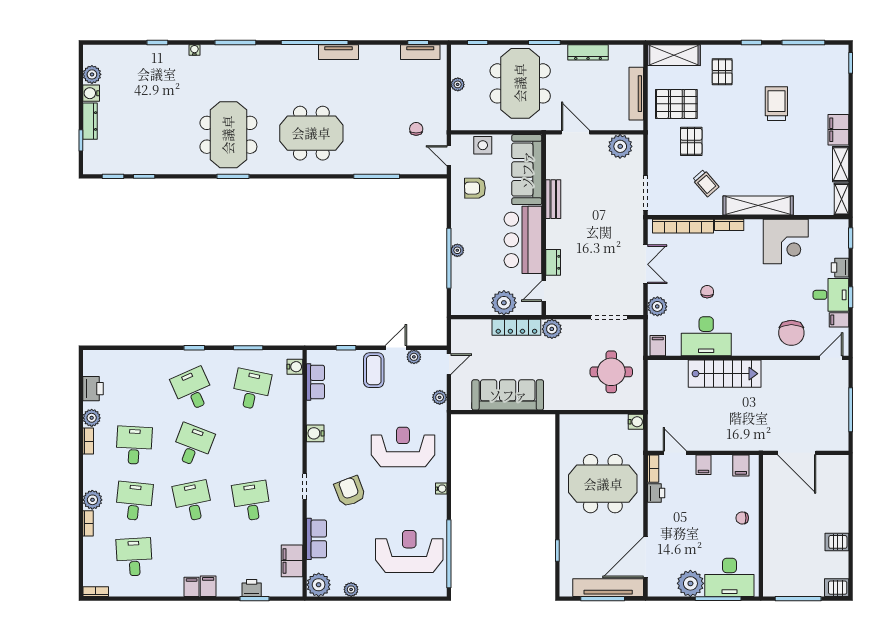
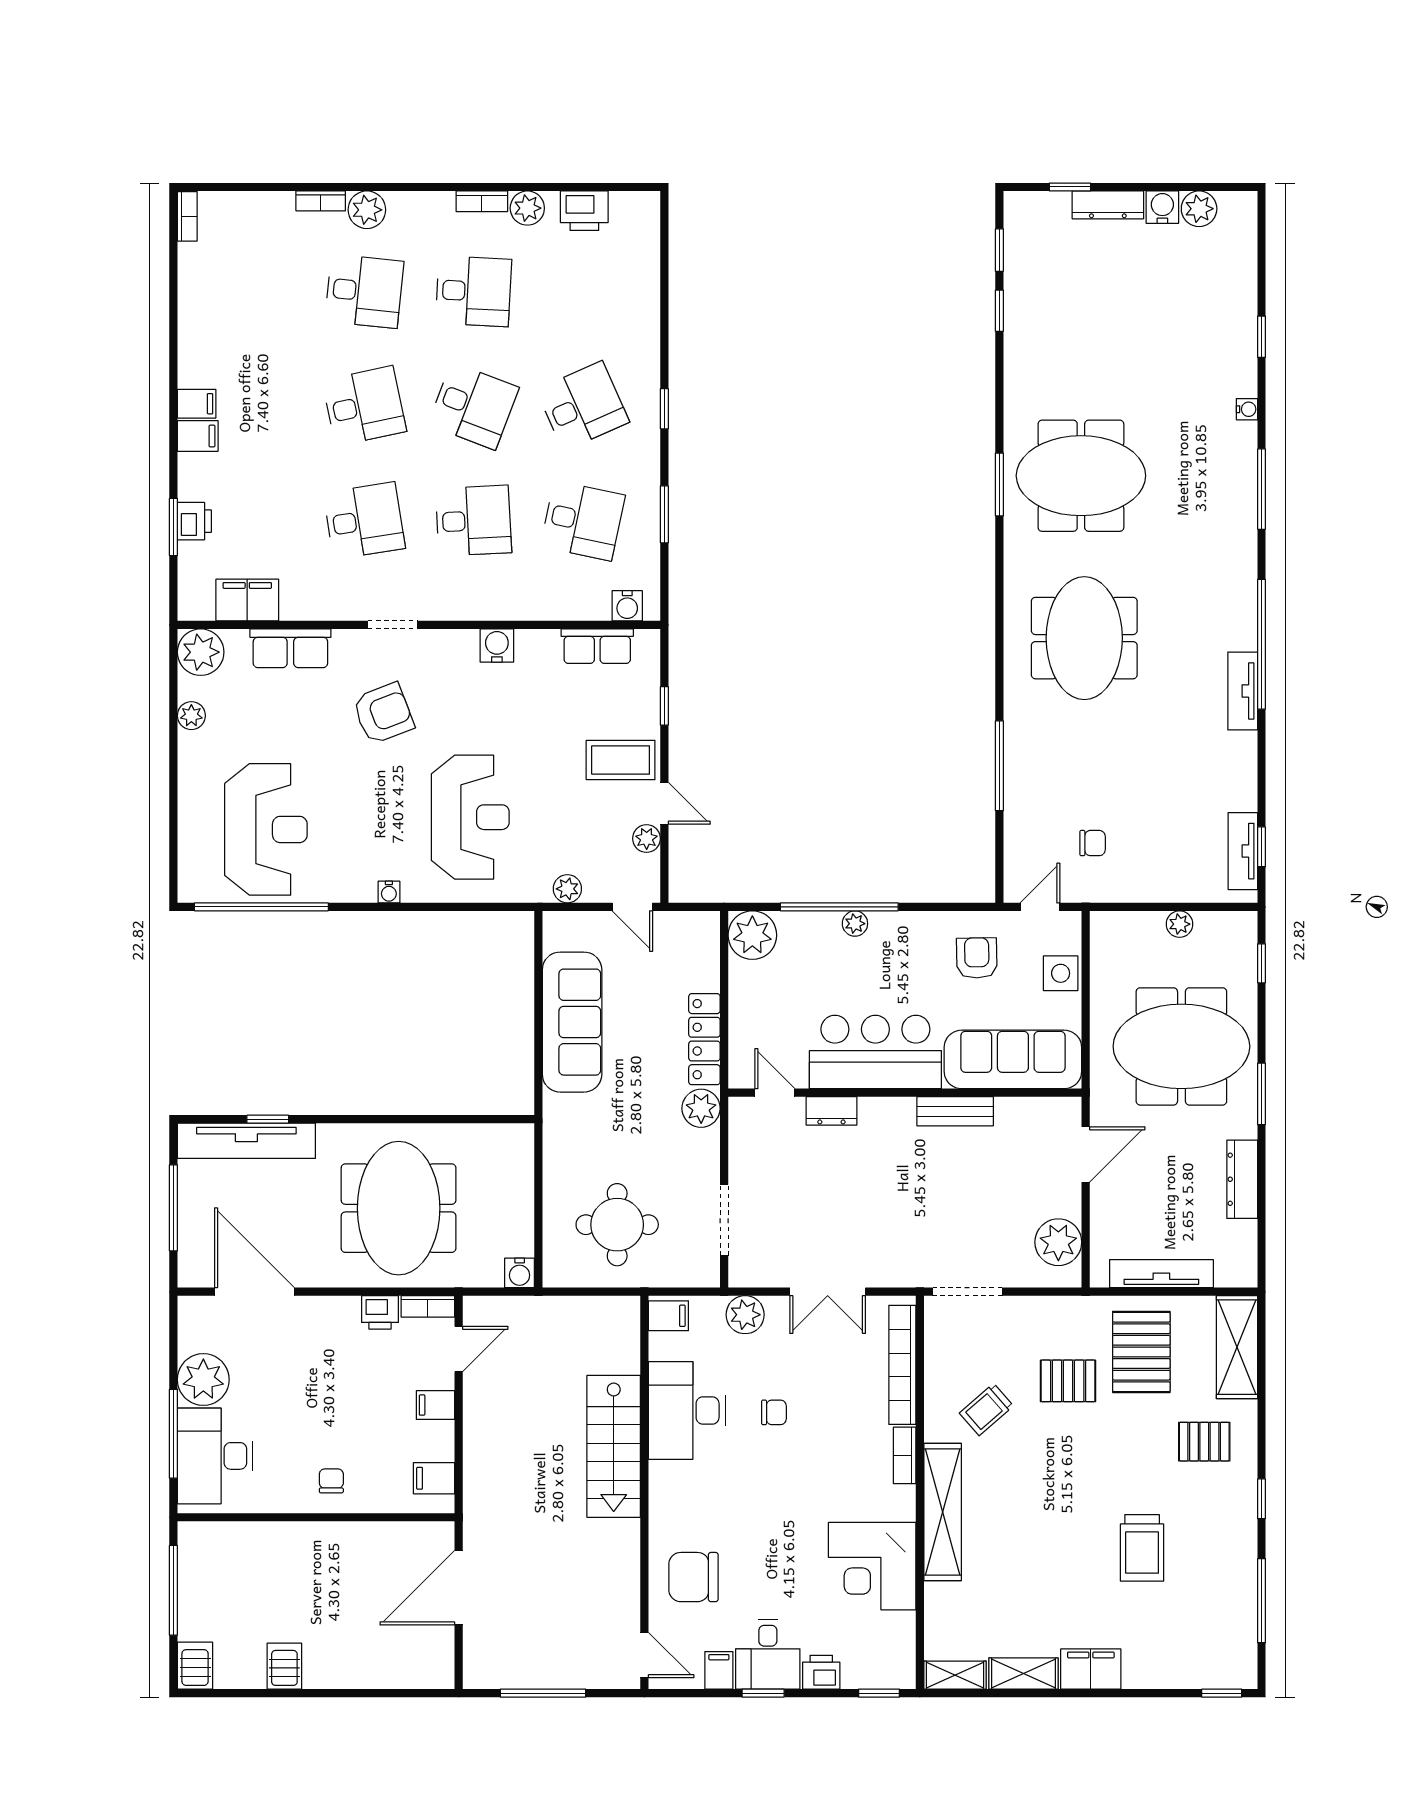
trolley: (776, 104) -> (1142, 1548), turned 90
plant: (504, 303) -> (752, 935), moved
desk: (134, 557) -> (474, 521), moved
tv unit: (608, 588) -> (246, 1141), moved, turned 90

